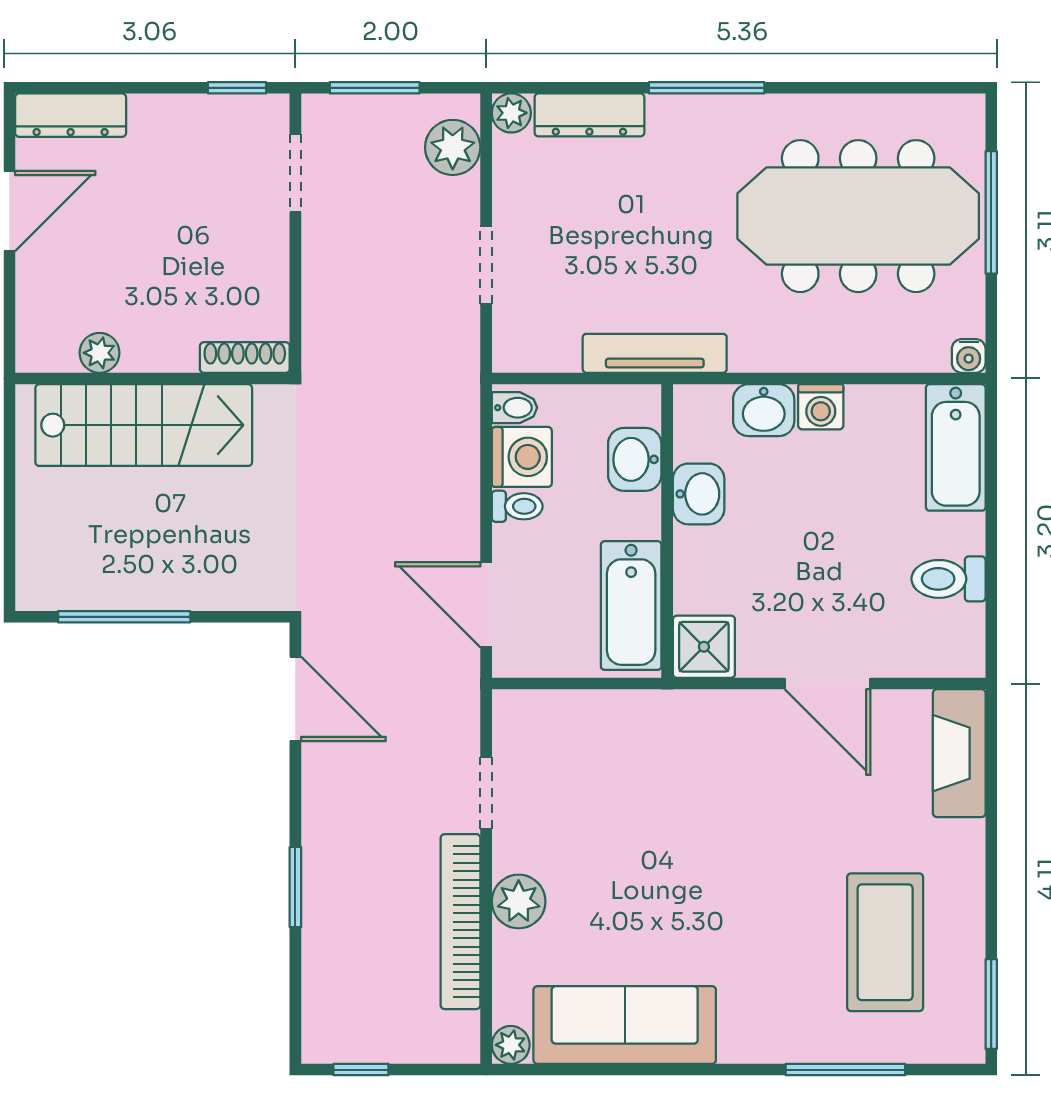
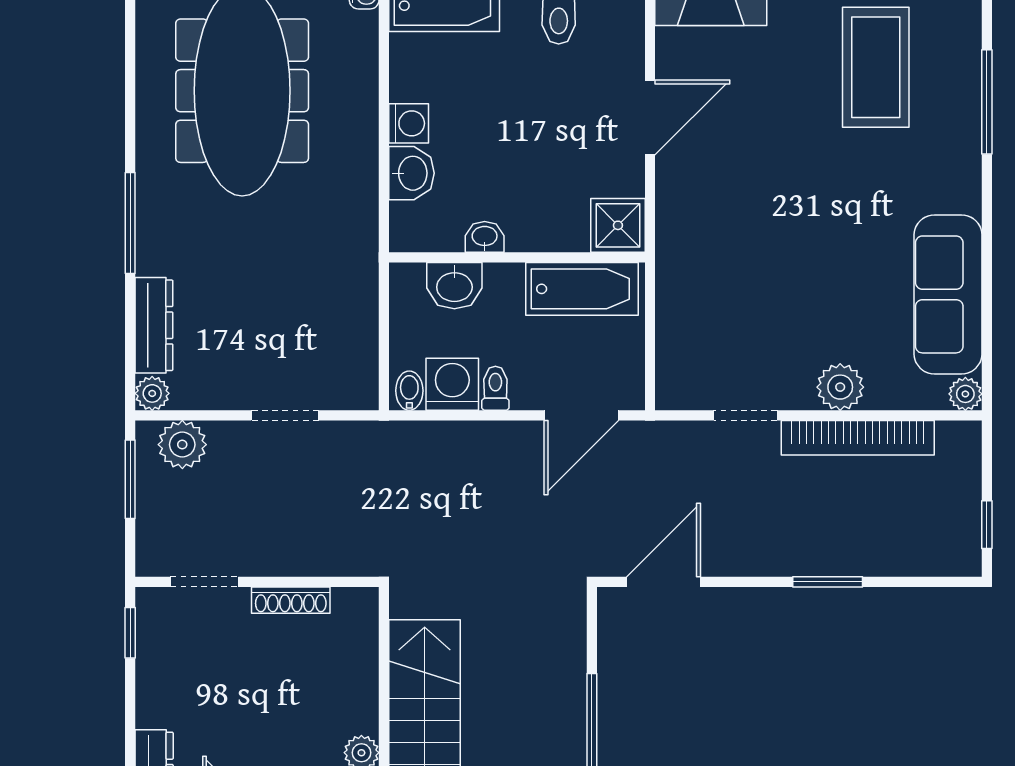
window: (375, 88) -> (130, 479), moved
tv unit: (655, 353) -> (362, 268), removed
shoe rack: (245, 358) -> (291, 600), moved, turned -90
washbasin: (699, 494) -> (485, 237), width x0.72, depth x0.69
coffee table: (885, 942) -> (876, 67), turned 90

